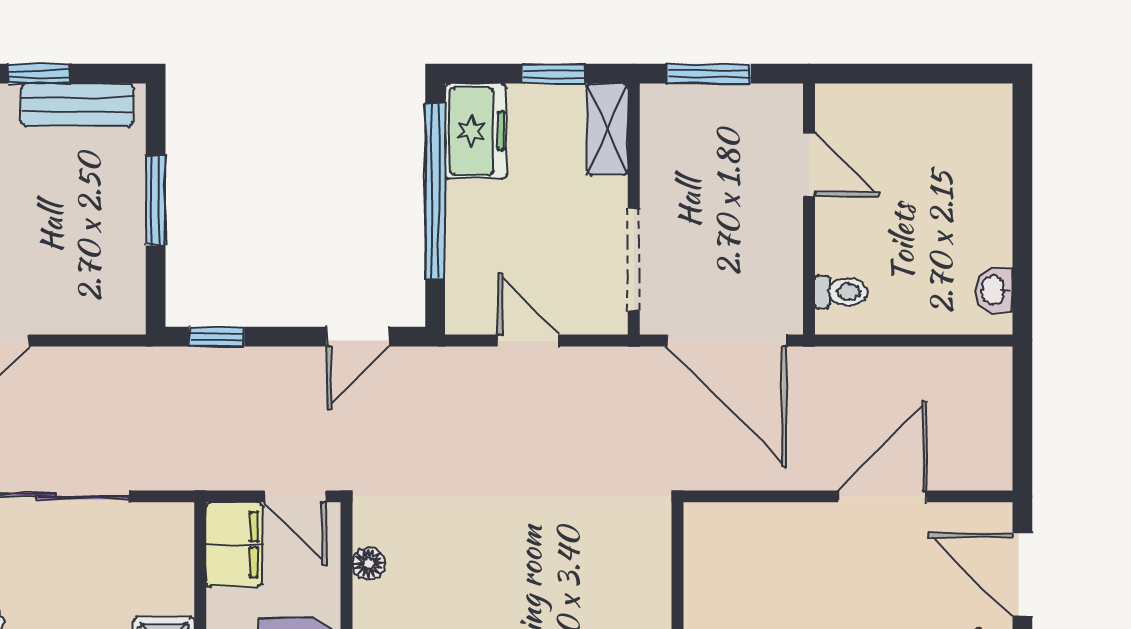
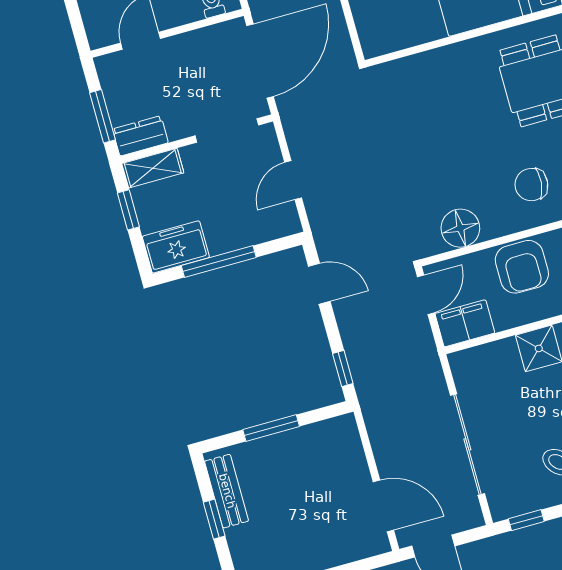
dresser: (662, 124) -> (140, 136), added
window: (435, 191) -> (219, 261), width x0.68
floor lamp: (369, 564) -> (460, 228), width x1.89, depth x1.89

